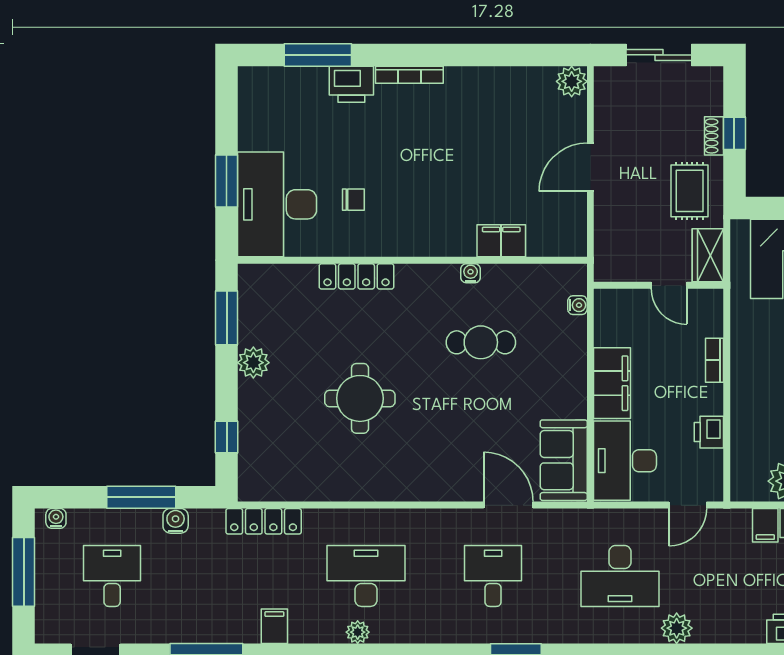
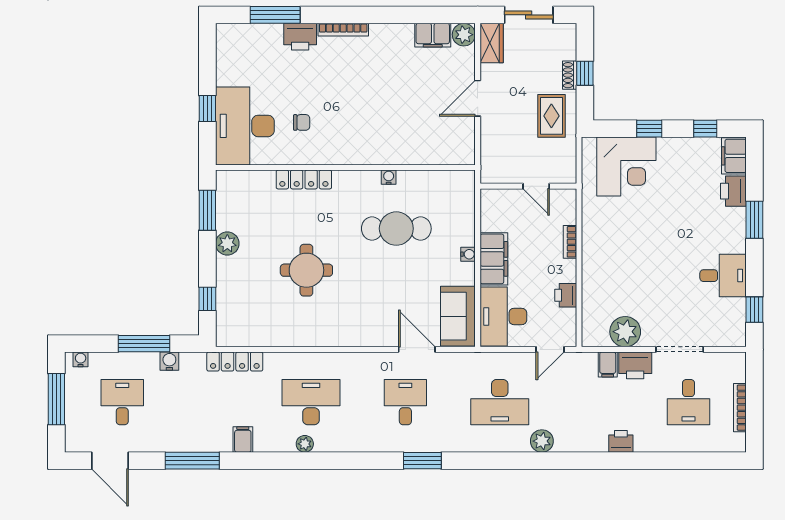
window: (227, 181) -> (207, 109), width x0.67
filing cabinet: (501, 241) -> (433, 35), moved, turned 180
wardrobe: (708, 255) -> (492, 43), moved, turned 180
water cooler: (577, 305) -> (468, 254), moved
cafe table: (481, 342) -> (396, 229), width x1.37, depth x1.35

